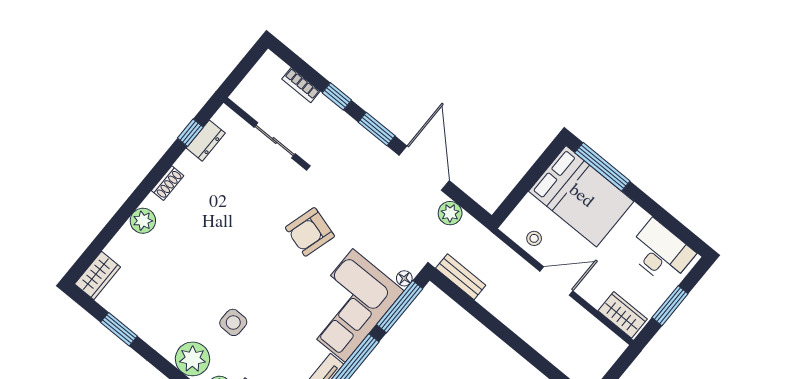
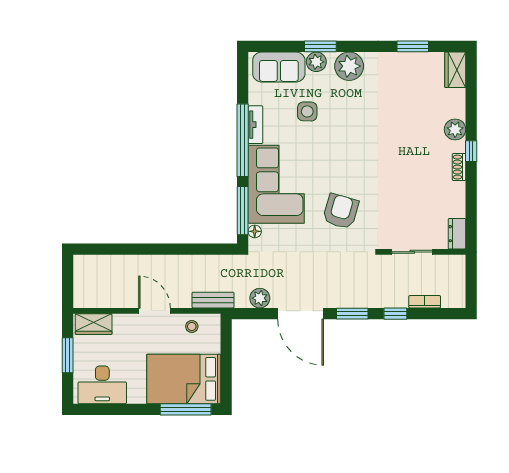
window: (190, 133) -> (471, 151), moved
dresser: (206, 141) -> (457, 234), moved
bench: (461, 277) -> (213, 300), moved
door: (556, 281) -> (155, 311), swing flipped
side table: (233, 322) -> (307, 111), moved

